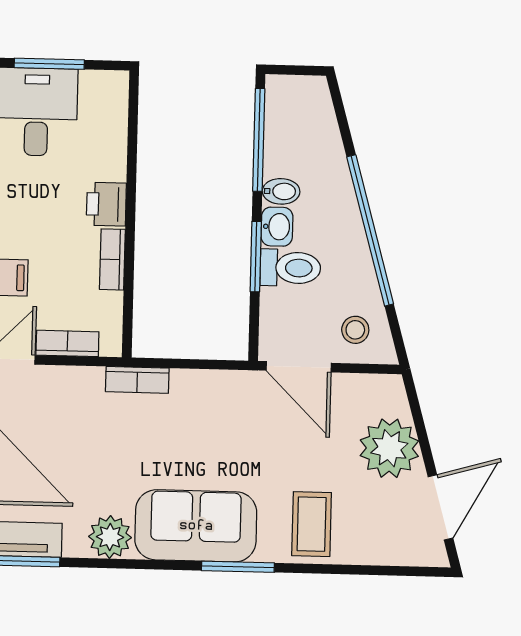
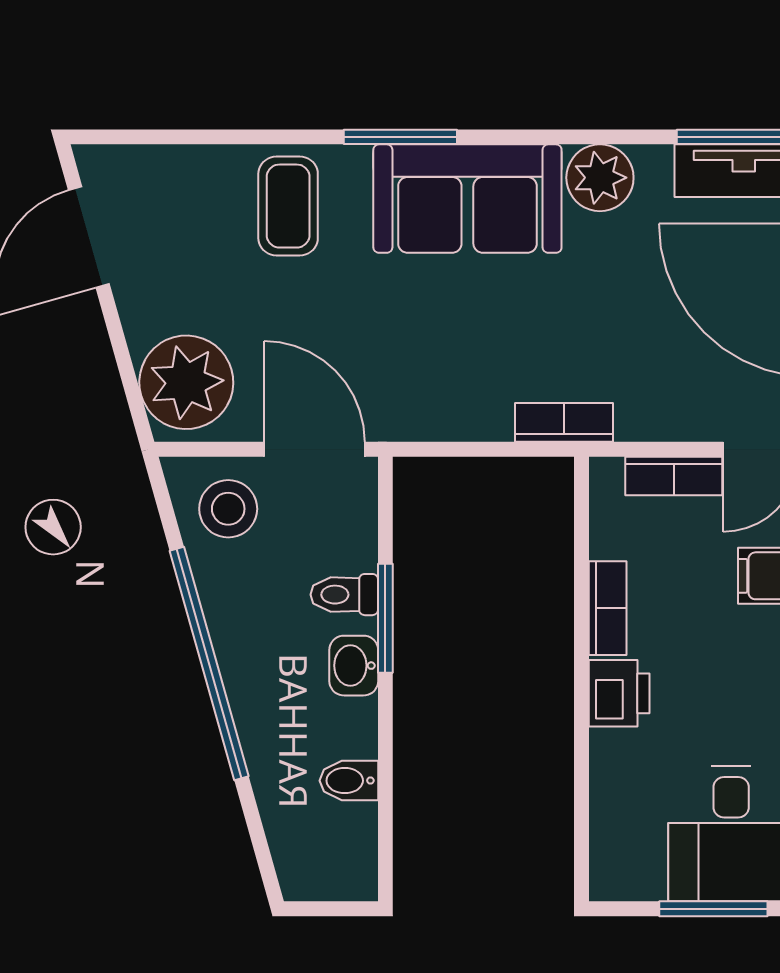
window: (259, 140) -> (385, 799), removed
bidet: (281, 191) -> (349, 781), moved
toilet: (290, 268) -> (344, 595), width x0.73, depth x0.72
stool: (355, 330) -> (228, 509), width x1.37, depth x1.37
plant: (389, 448) -> (186, 382), moved

